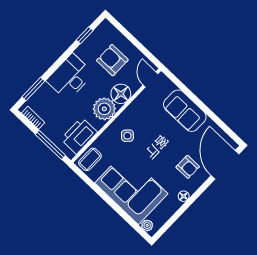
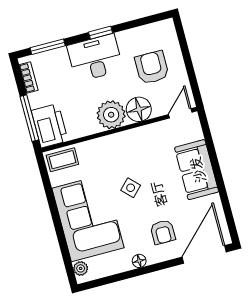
window: (85, 35) -> (101, 33), moved
printer: (79, 136) -> (50, 126), moved, turned 90
side table: (127, 136) -> (131, 188), moved

